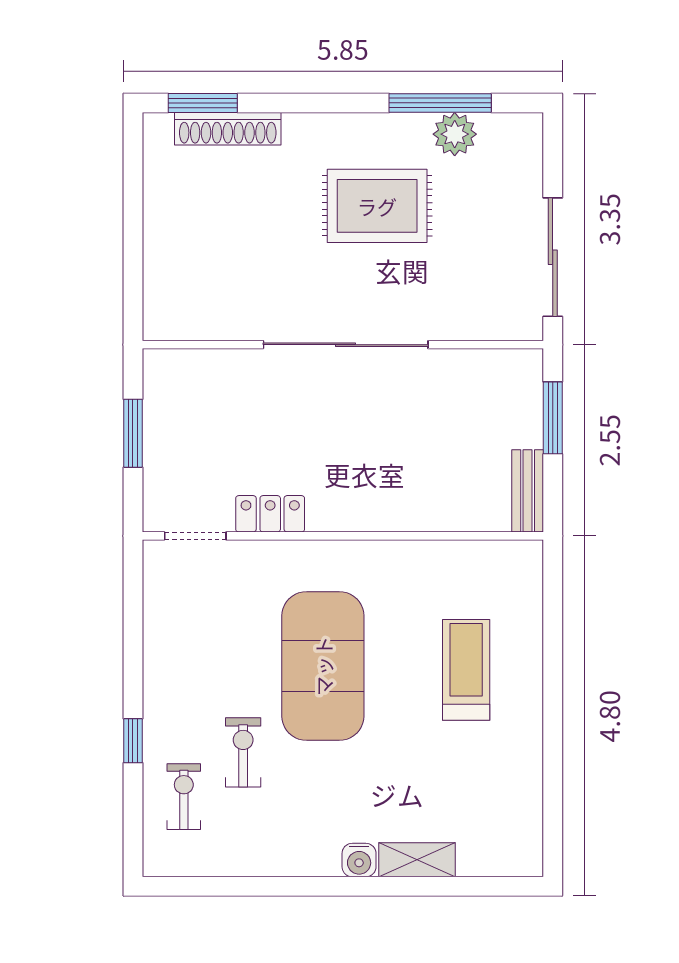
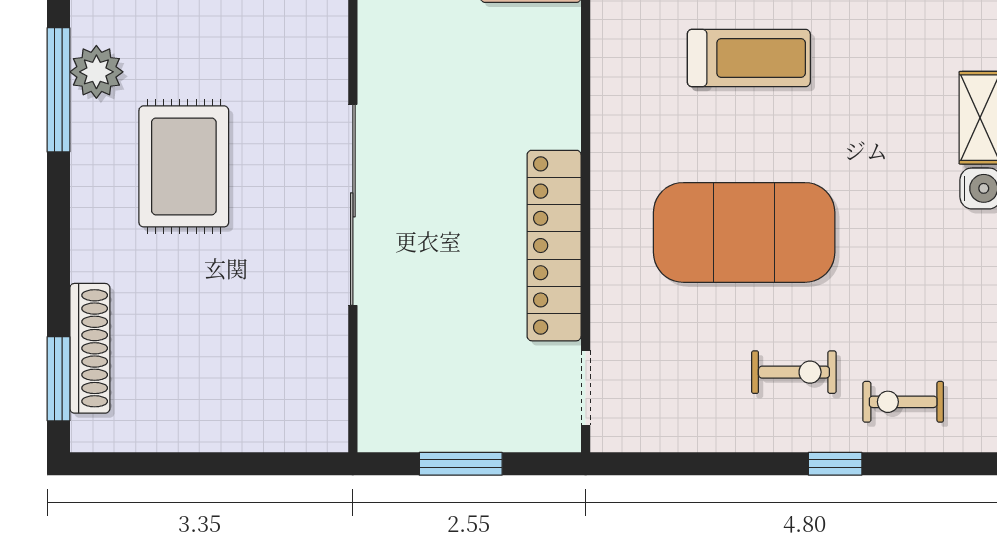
locker: (270, 514) -> (554, 246), width x2.16, depth x1.21
treadmill: (466, 670) -> (749, 58), turned 180
exercise bike: (243, 752) -> (794, 372), moved, turned 180

